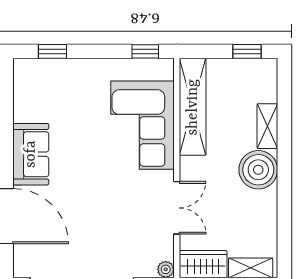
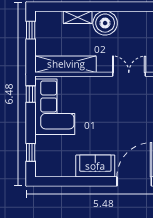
corner sofa: (142, 125) -> (55, 107), moved, turned -90

